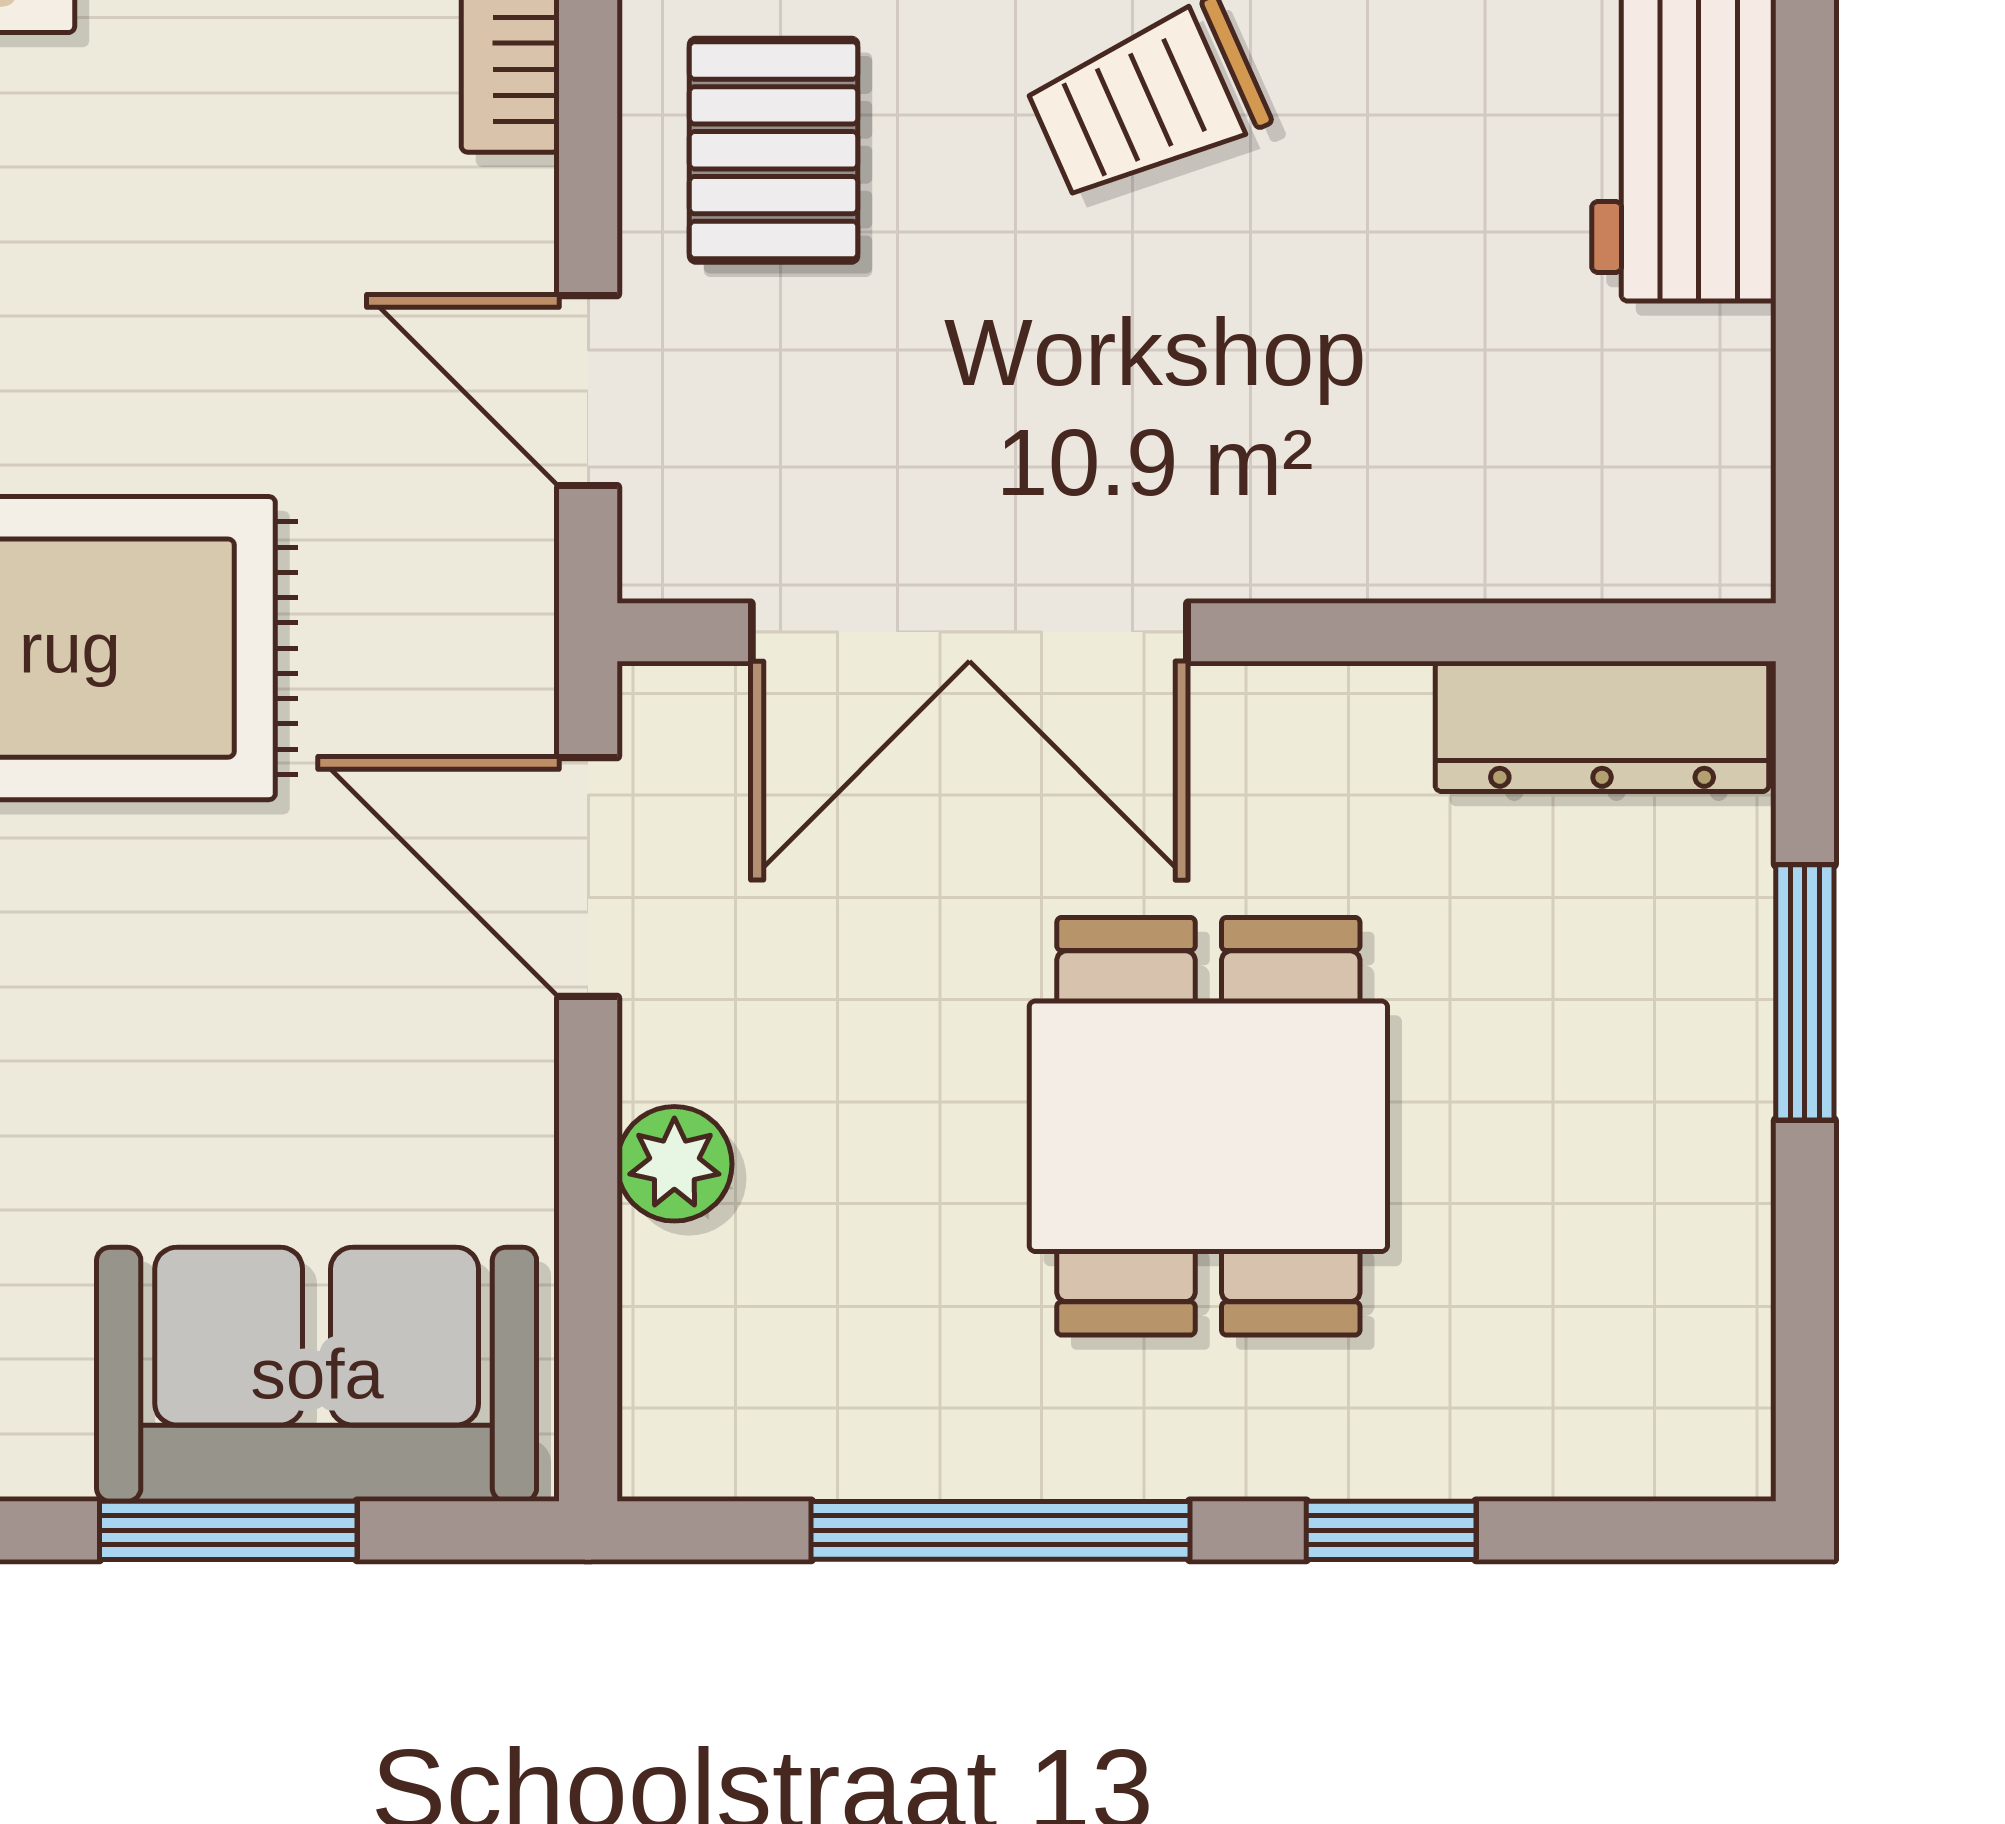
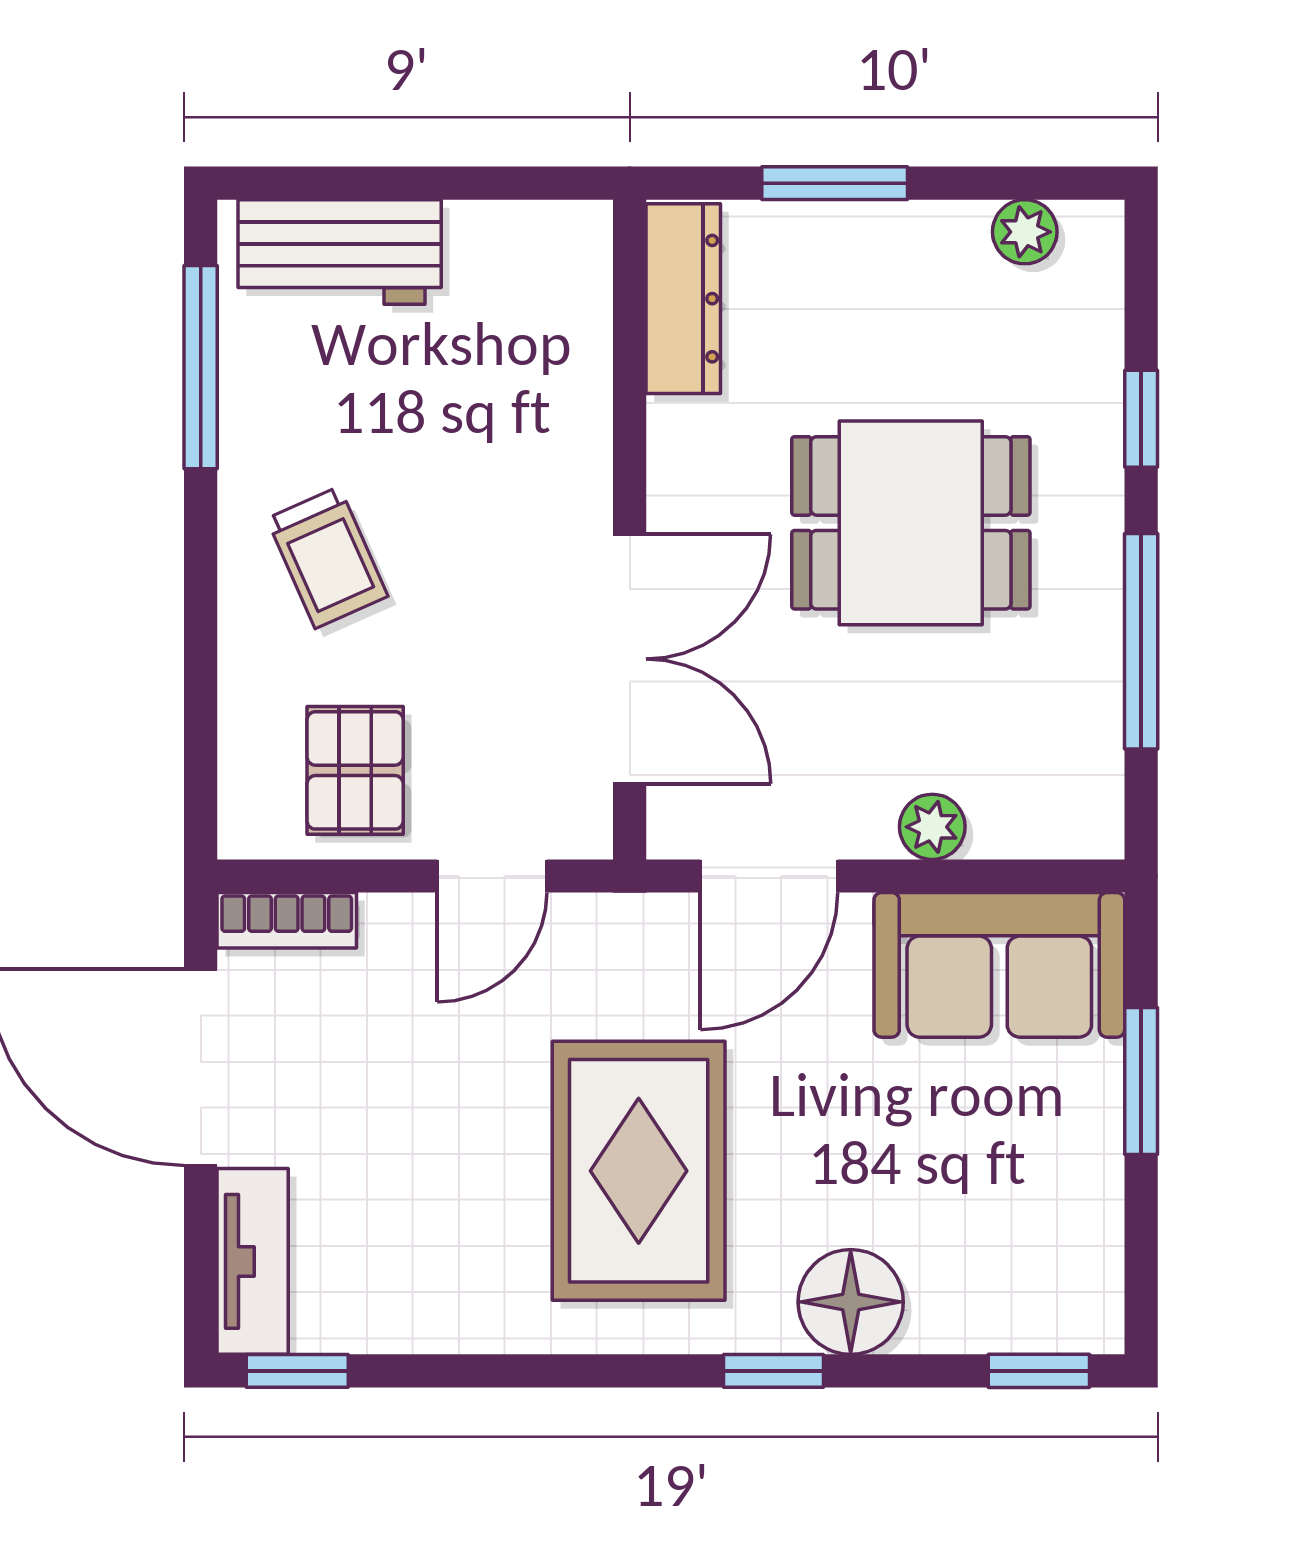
pallet: (774, 150) -> (355, 770), turned 90
plant: (1719, 1326) -> (1025, 232), added
sofa: (317, 1374) -> (999, 965), moved, turned -90

